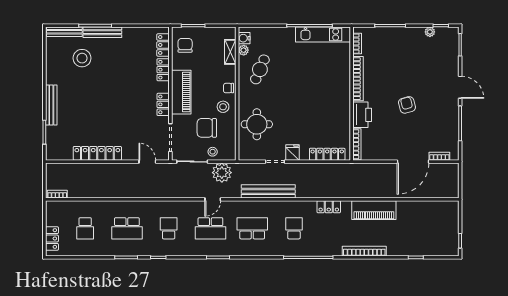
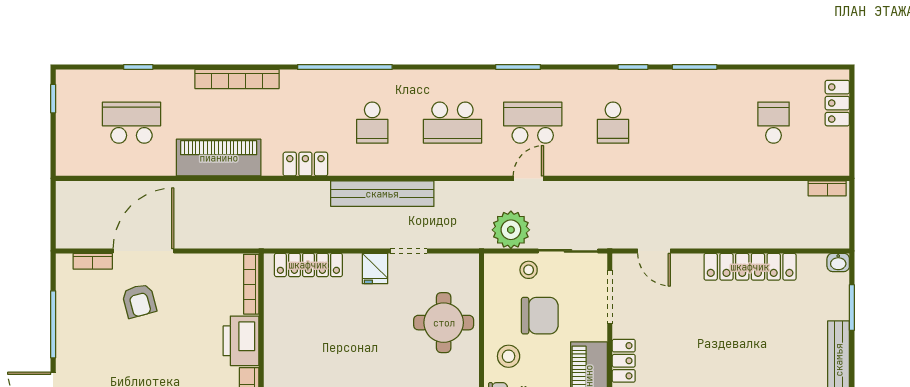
armchair: (407, 105) -> (139, 301), moved
washbasin: (51, 156) -> (838, 262), added
bench: (268, 191) -> (382, 194), moved
school desk: (127, 228) -> (131, 123), moved

